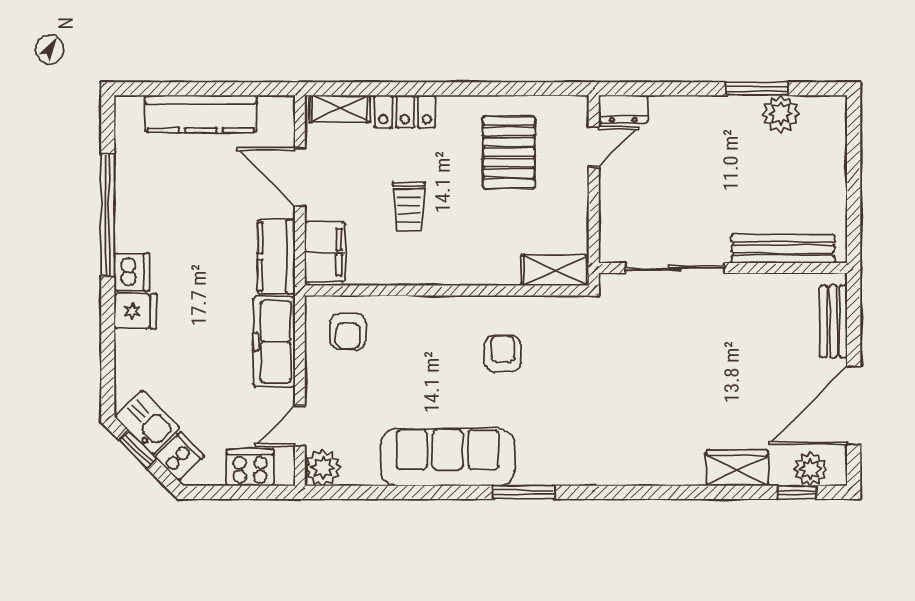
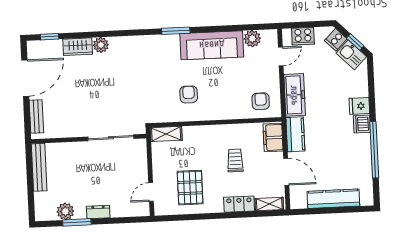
dresser: (623, 109) -> (98, 212), moved
bench: (783, 249) -> (39, 167), moved, turned 90
armchair: (503, 353) -> (189, 94), turned 180
plant: (323, 468) -> (252, 39), moved
plant: (810, 469) -> (101, 45), moved

